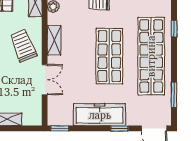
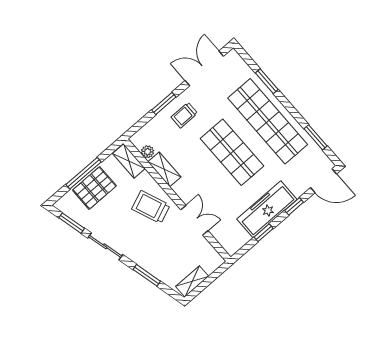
window: (174, 29) -> (267, 81), width x1.50
shelving: (54, 40) -> (164, 169), moved
window: (60, 128) -> (264, 233), moved

